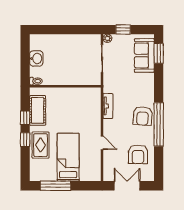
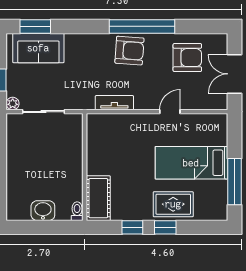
cot: (38, 110) -> (98, 198), moved, turned 90

